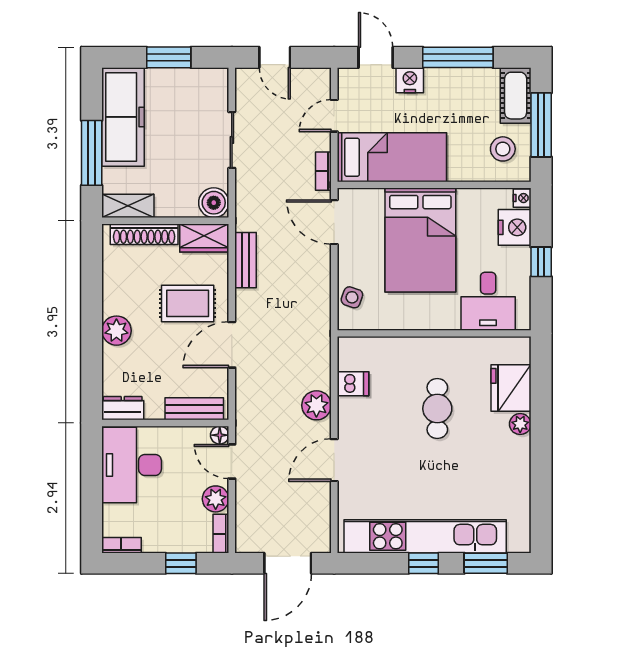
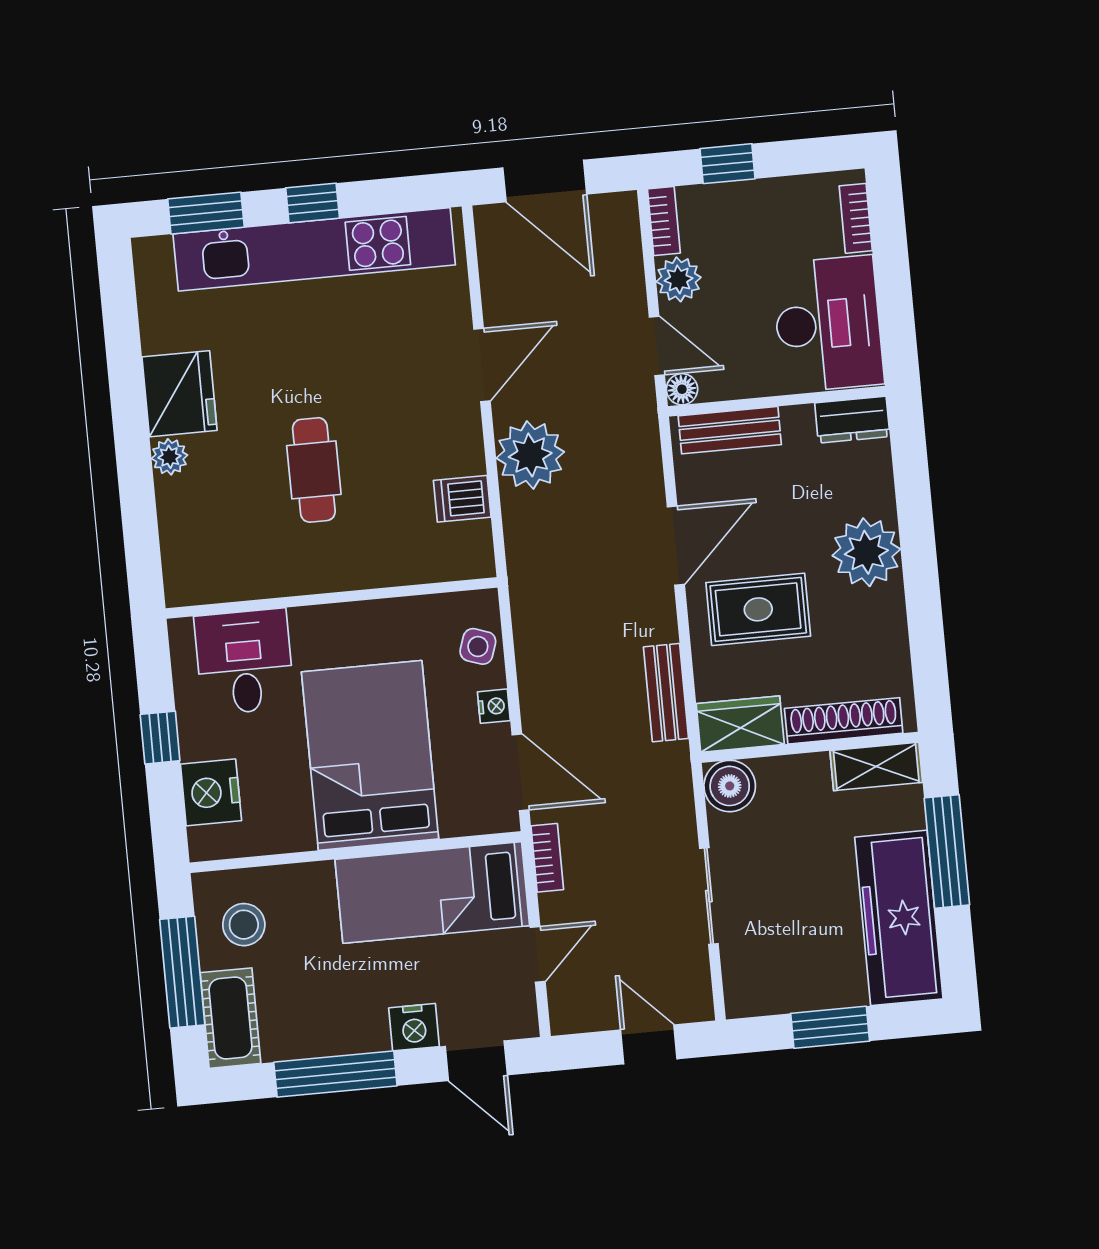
nightstand: (522, 198) -> (494, 706), moved, turned 180
plant: (116, 331) -> (866, 552), width x1.36, depth x1.36
fridge: (511, 388) -> (179, 394), moved
plant: (316, 405) -> (530, 455), width x1.36, depth x1.36
bookcase: (121, 545) -> (856, 218), moved, turned 90
door: (288, 563) -> (545, 181), swing flipped

